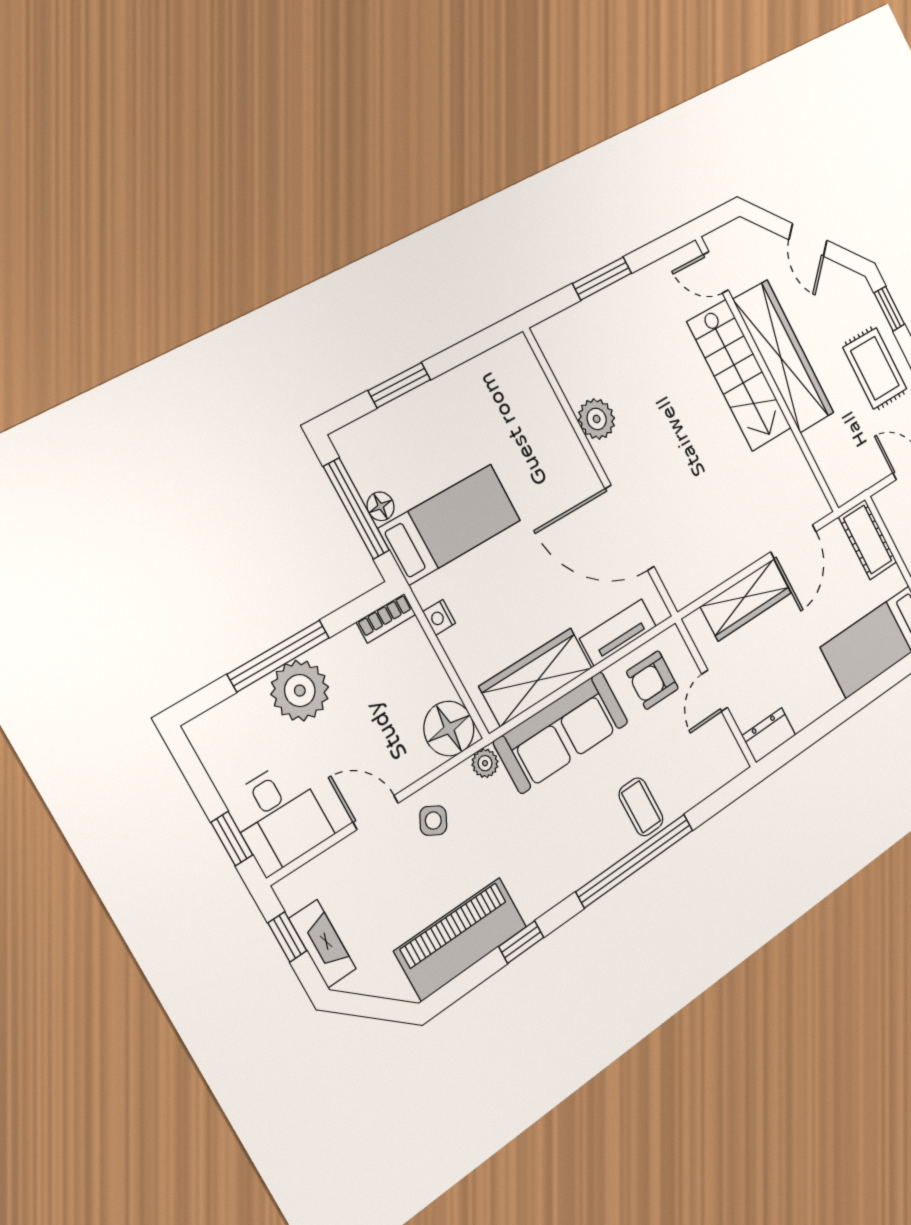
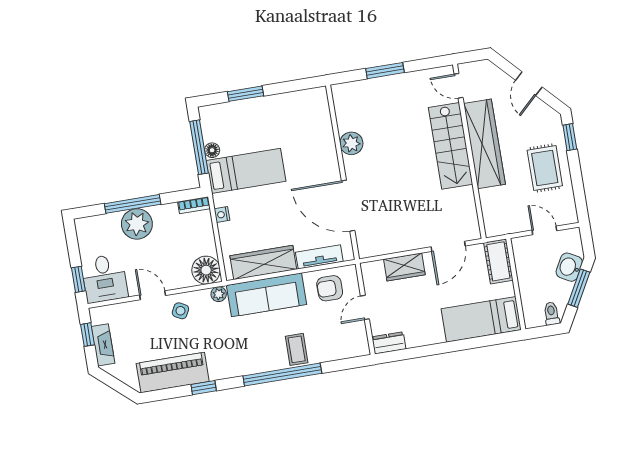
wardrobe: (746, 600) -> (404, 267), width x0.67

